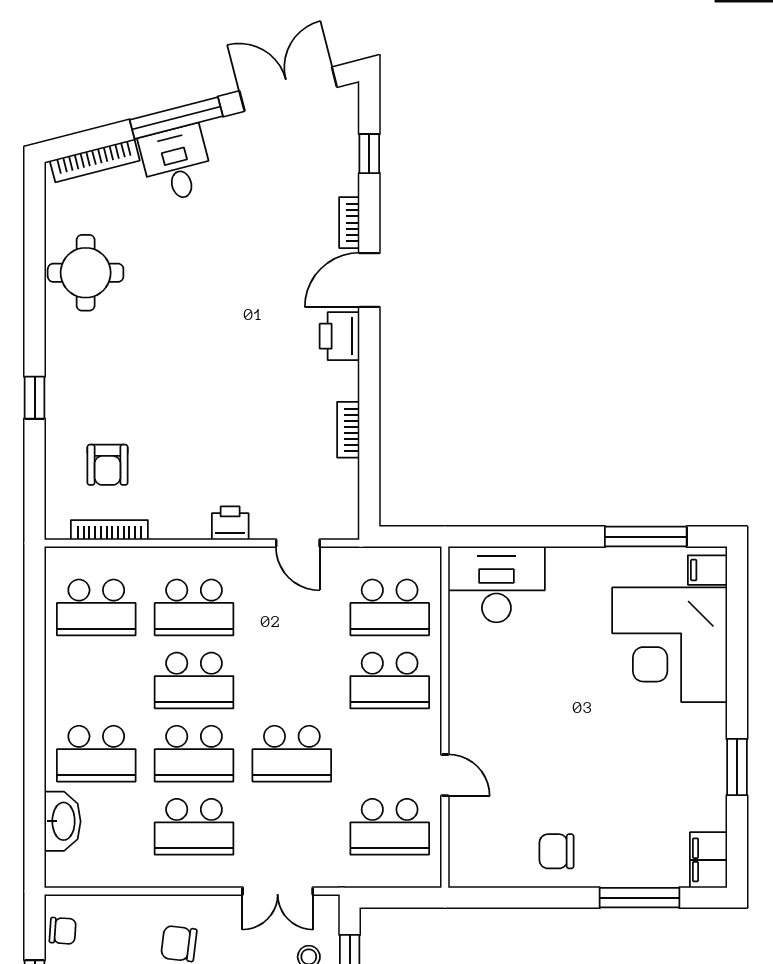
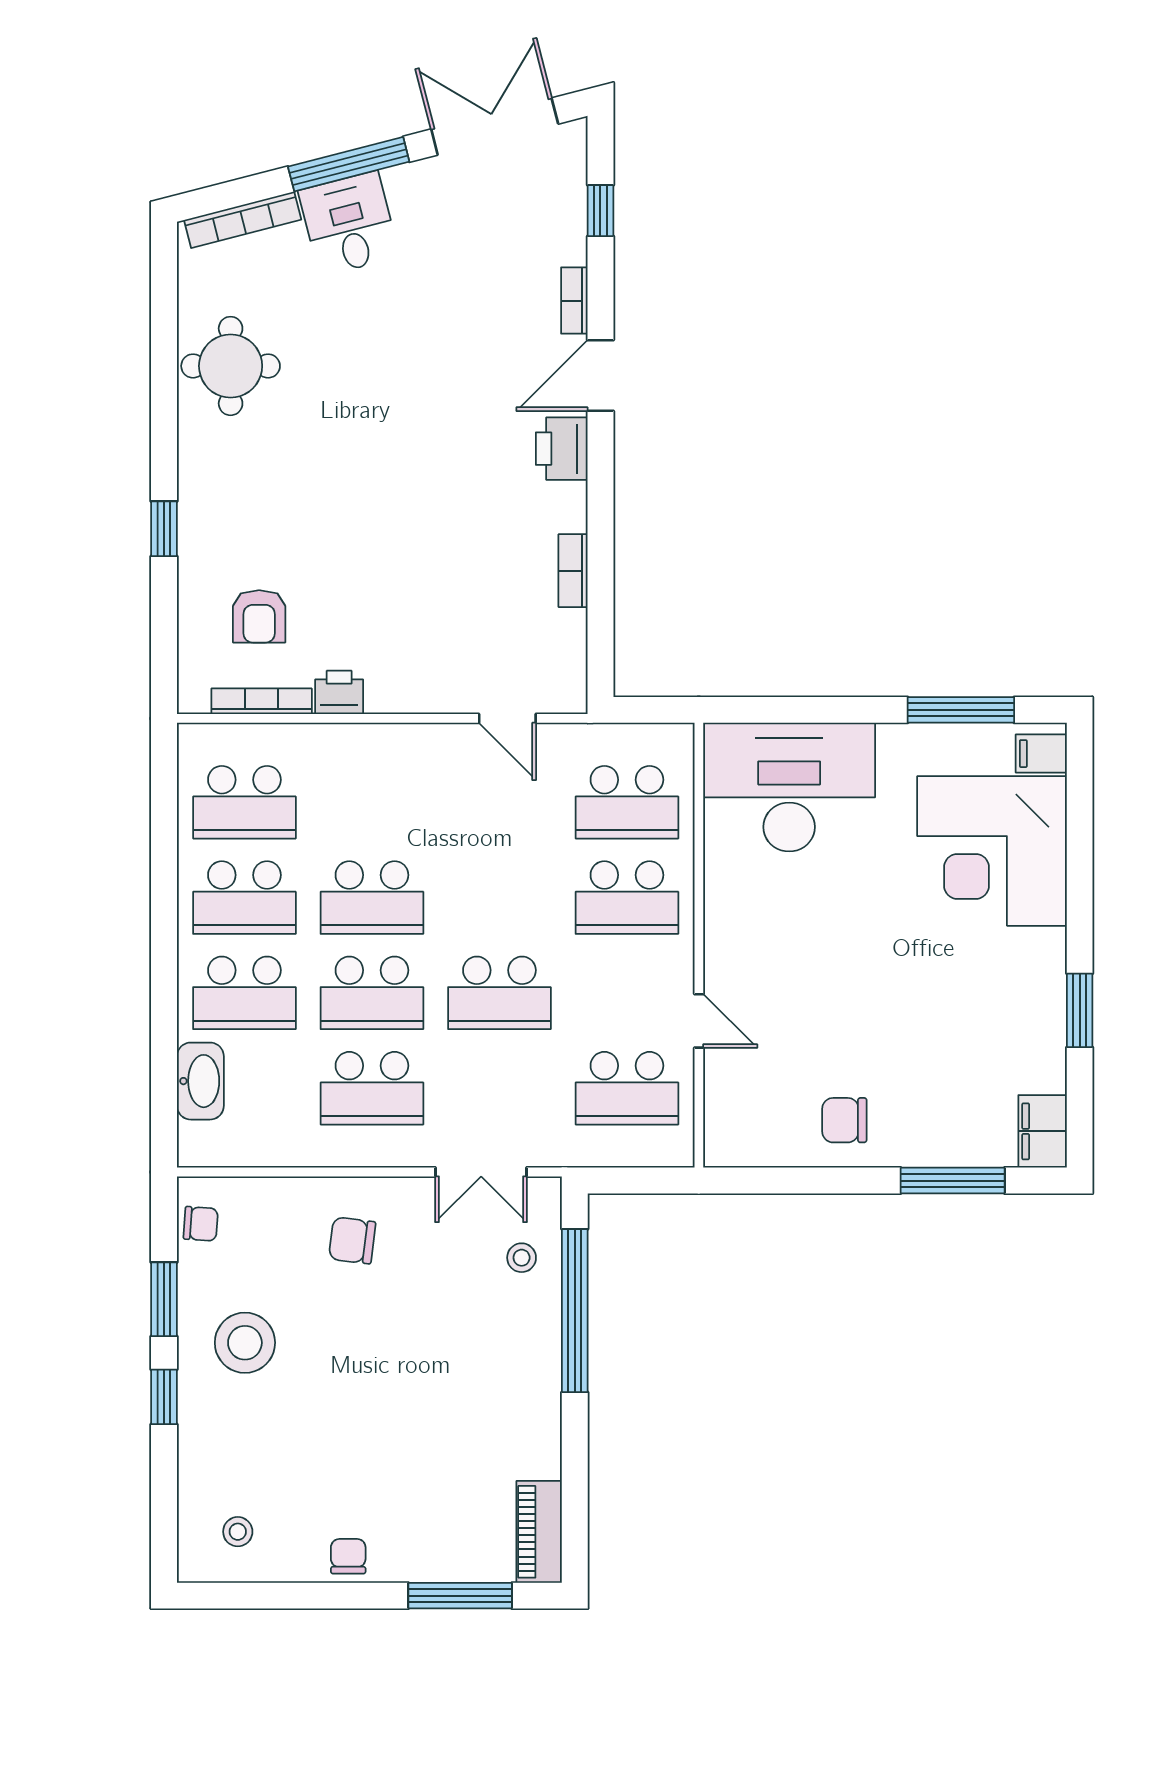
printer: (230, 523) -> (339, 692), moved
desk: (496, 584) -> (789, 787), width x1.36, depth x1.30
school desk: (194, 607) -> (244, 898), moved

